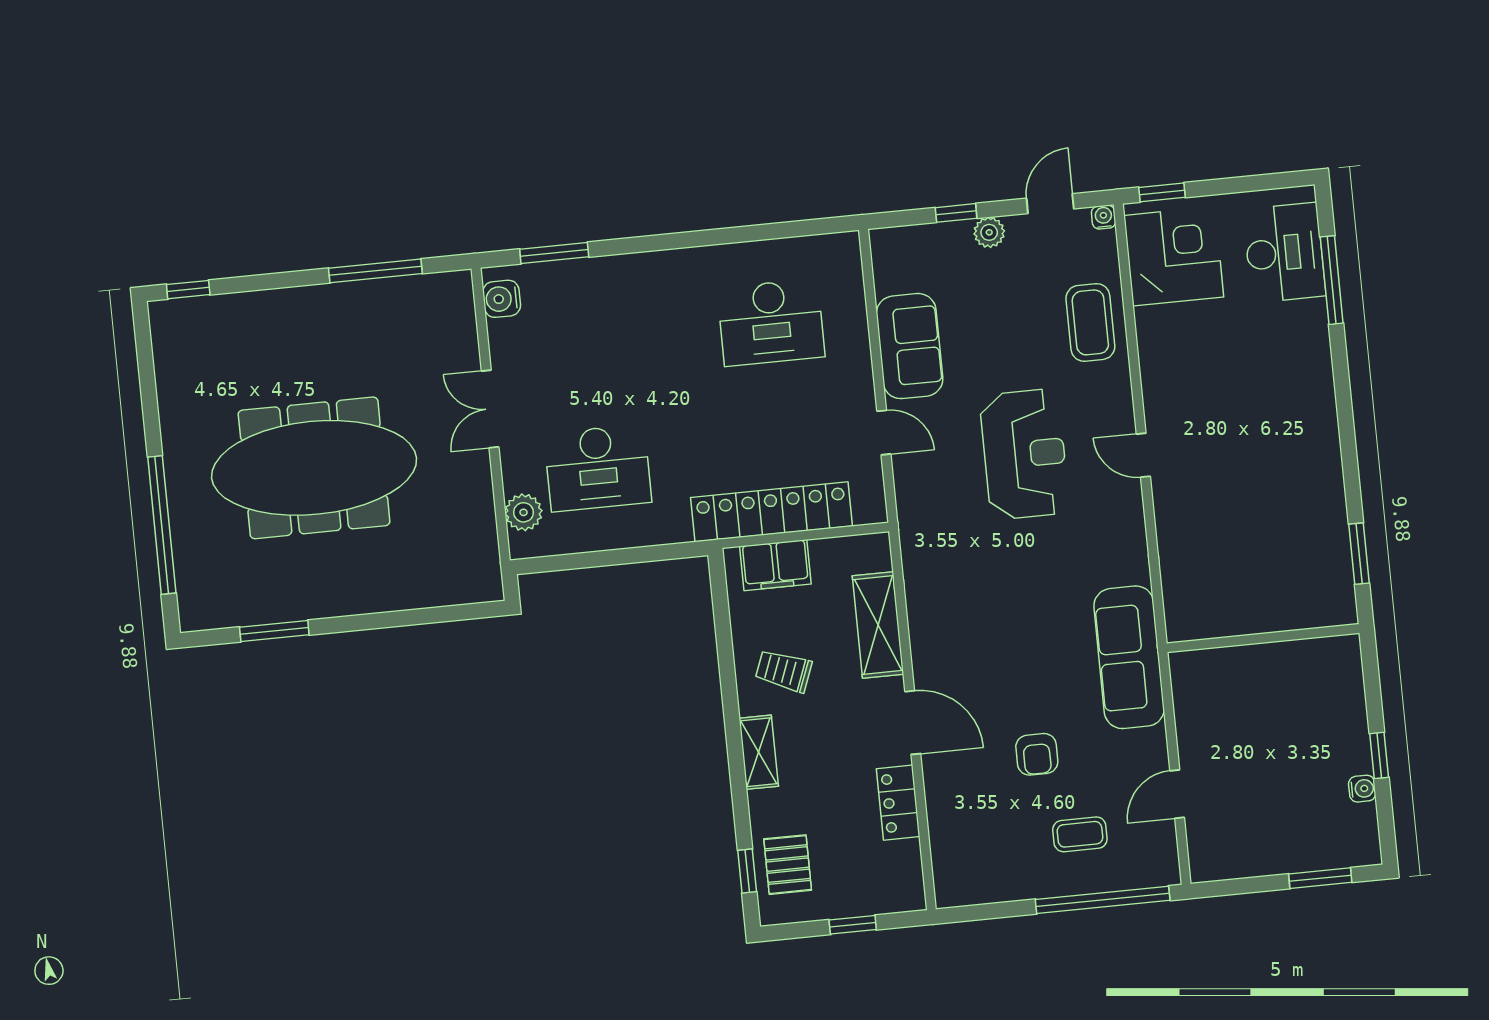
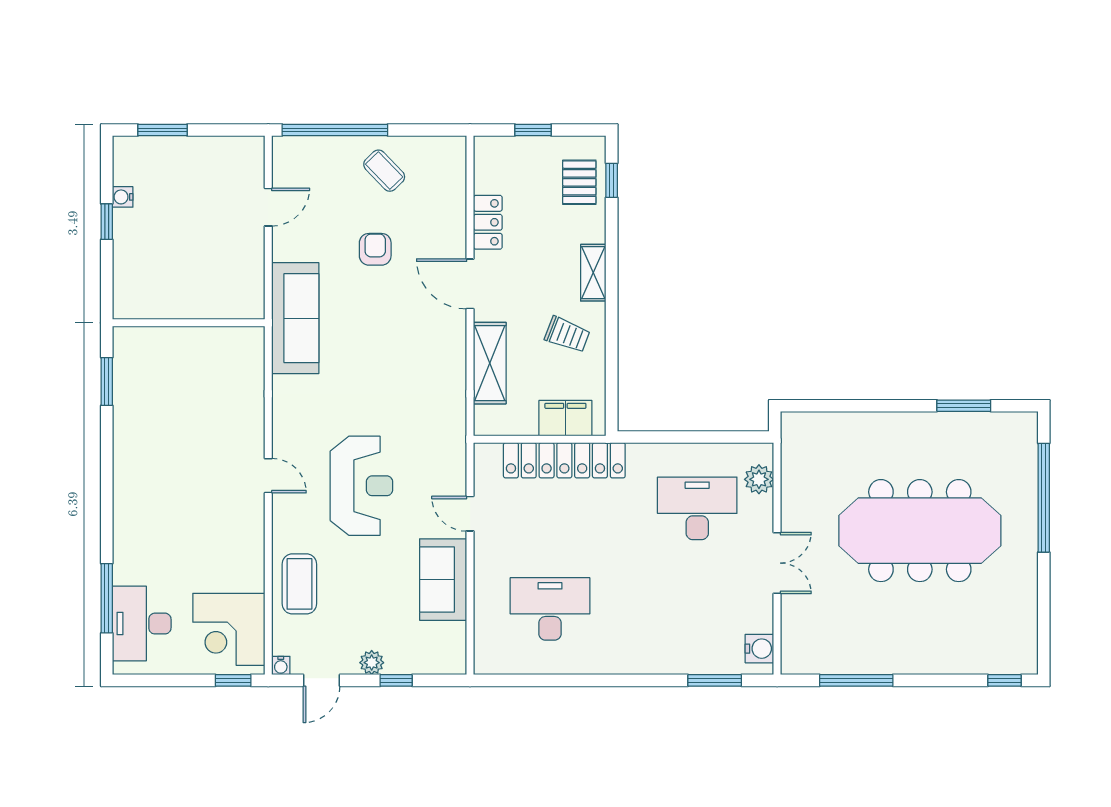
reception desk: (1024, 454) -> (361, 486), turned 180
coffee table: (1080, 834) -> (384, 171), moved, turned 46

